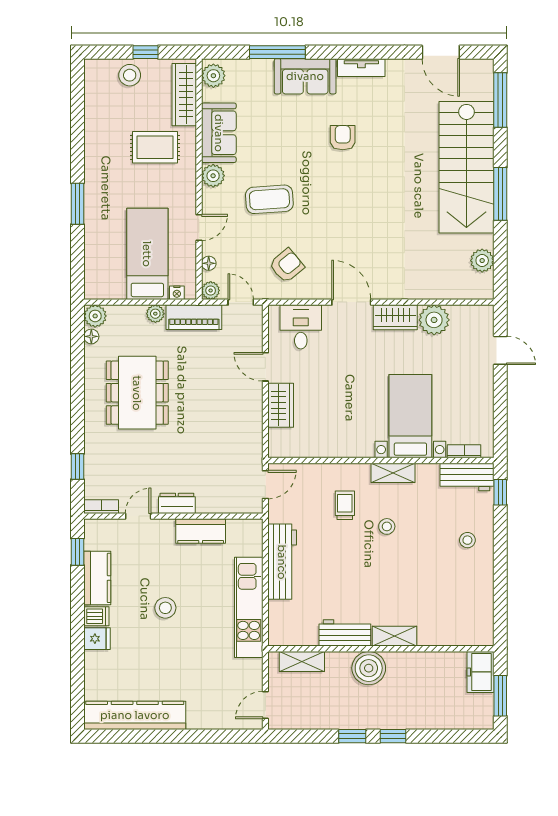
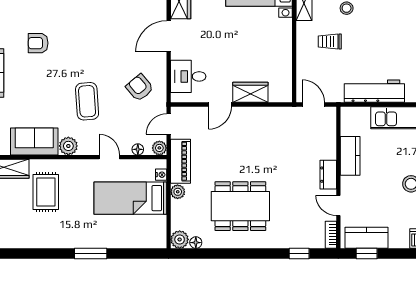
kitchen counter: (97, 578) -> (366, 238), moved

